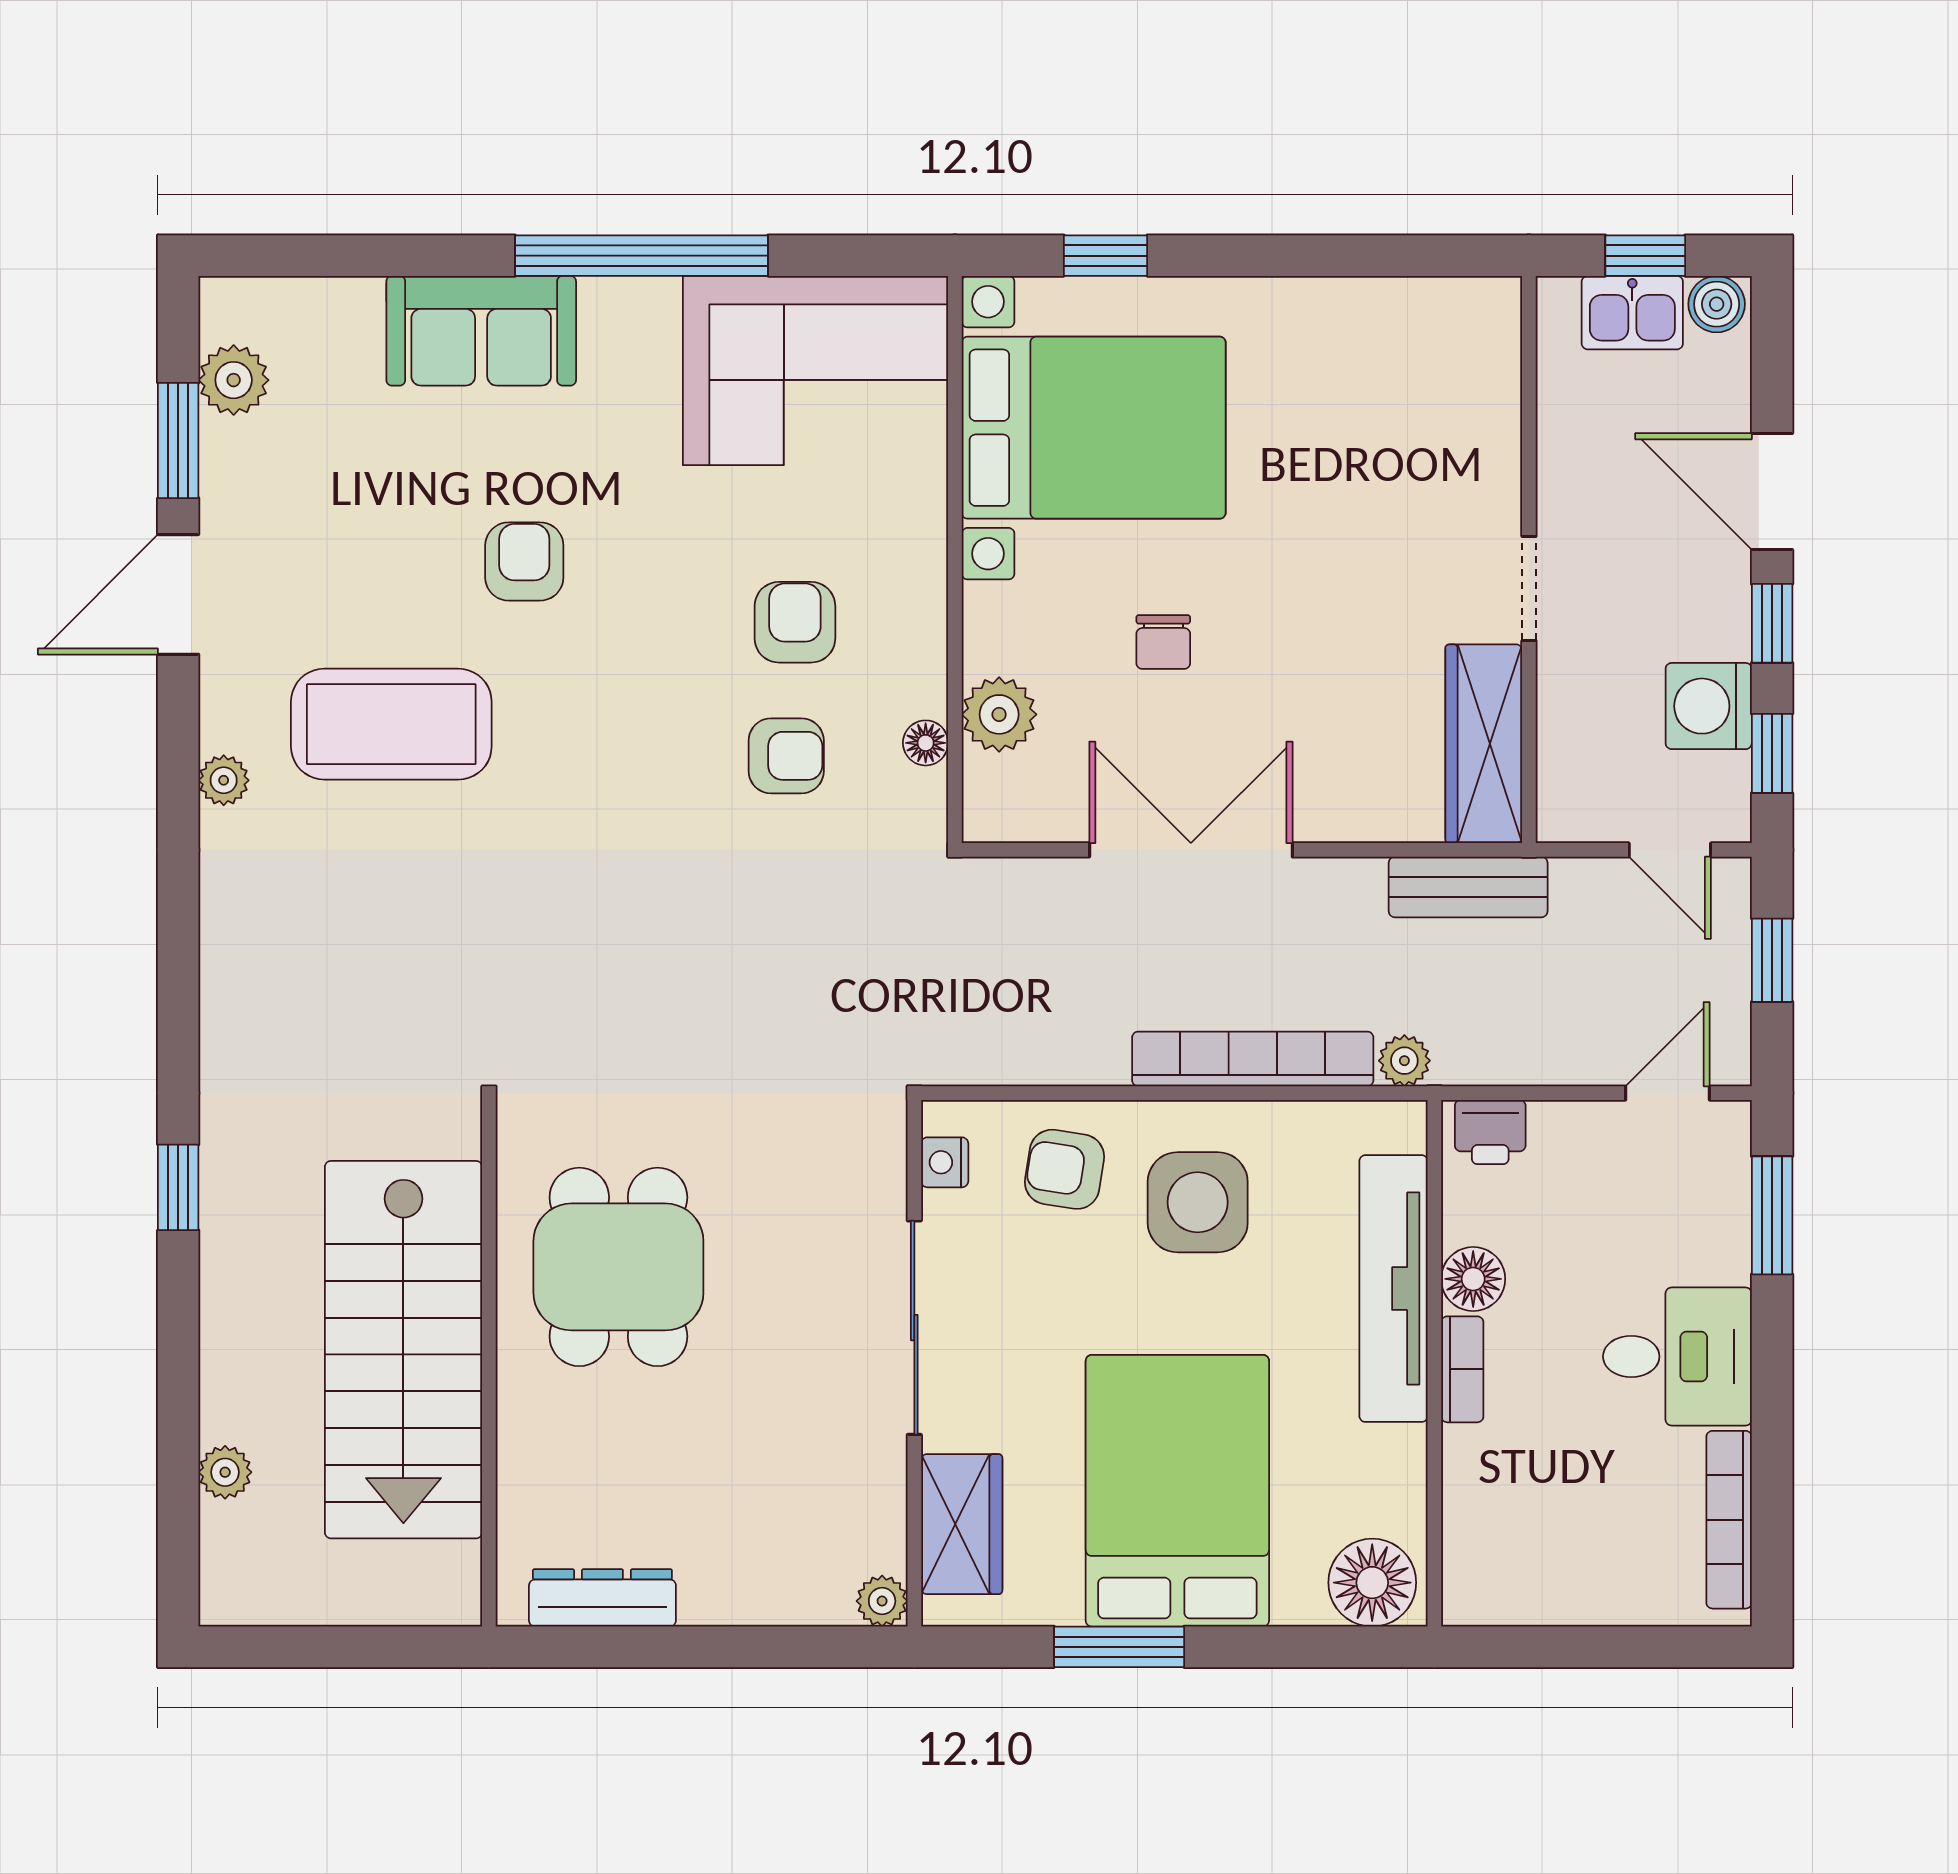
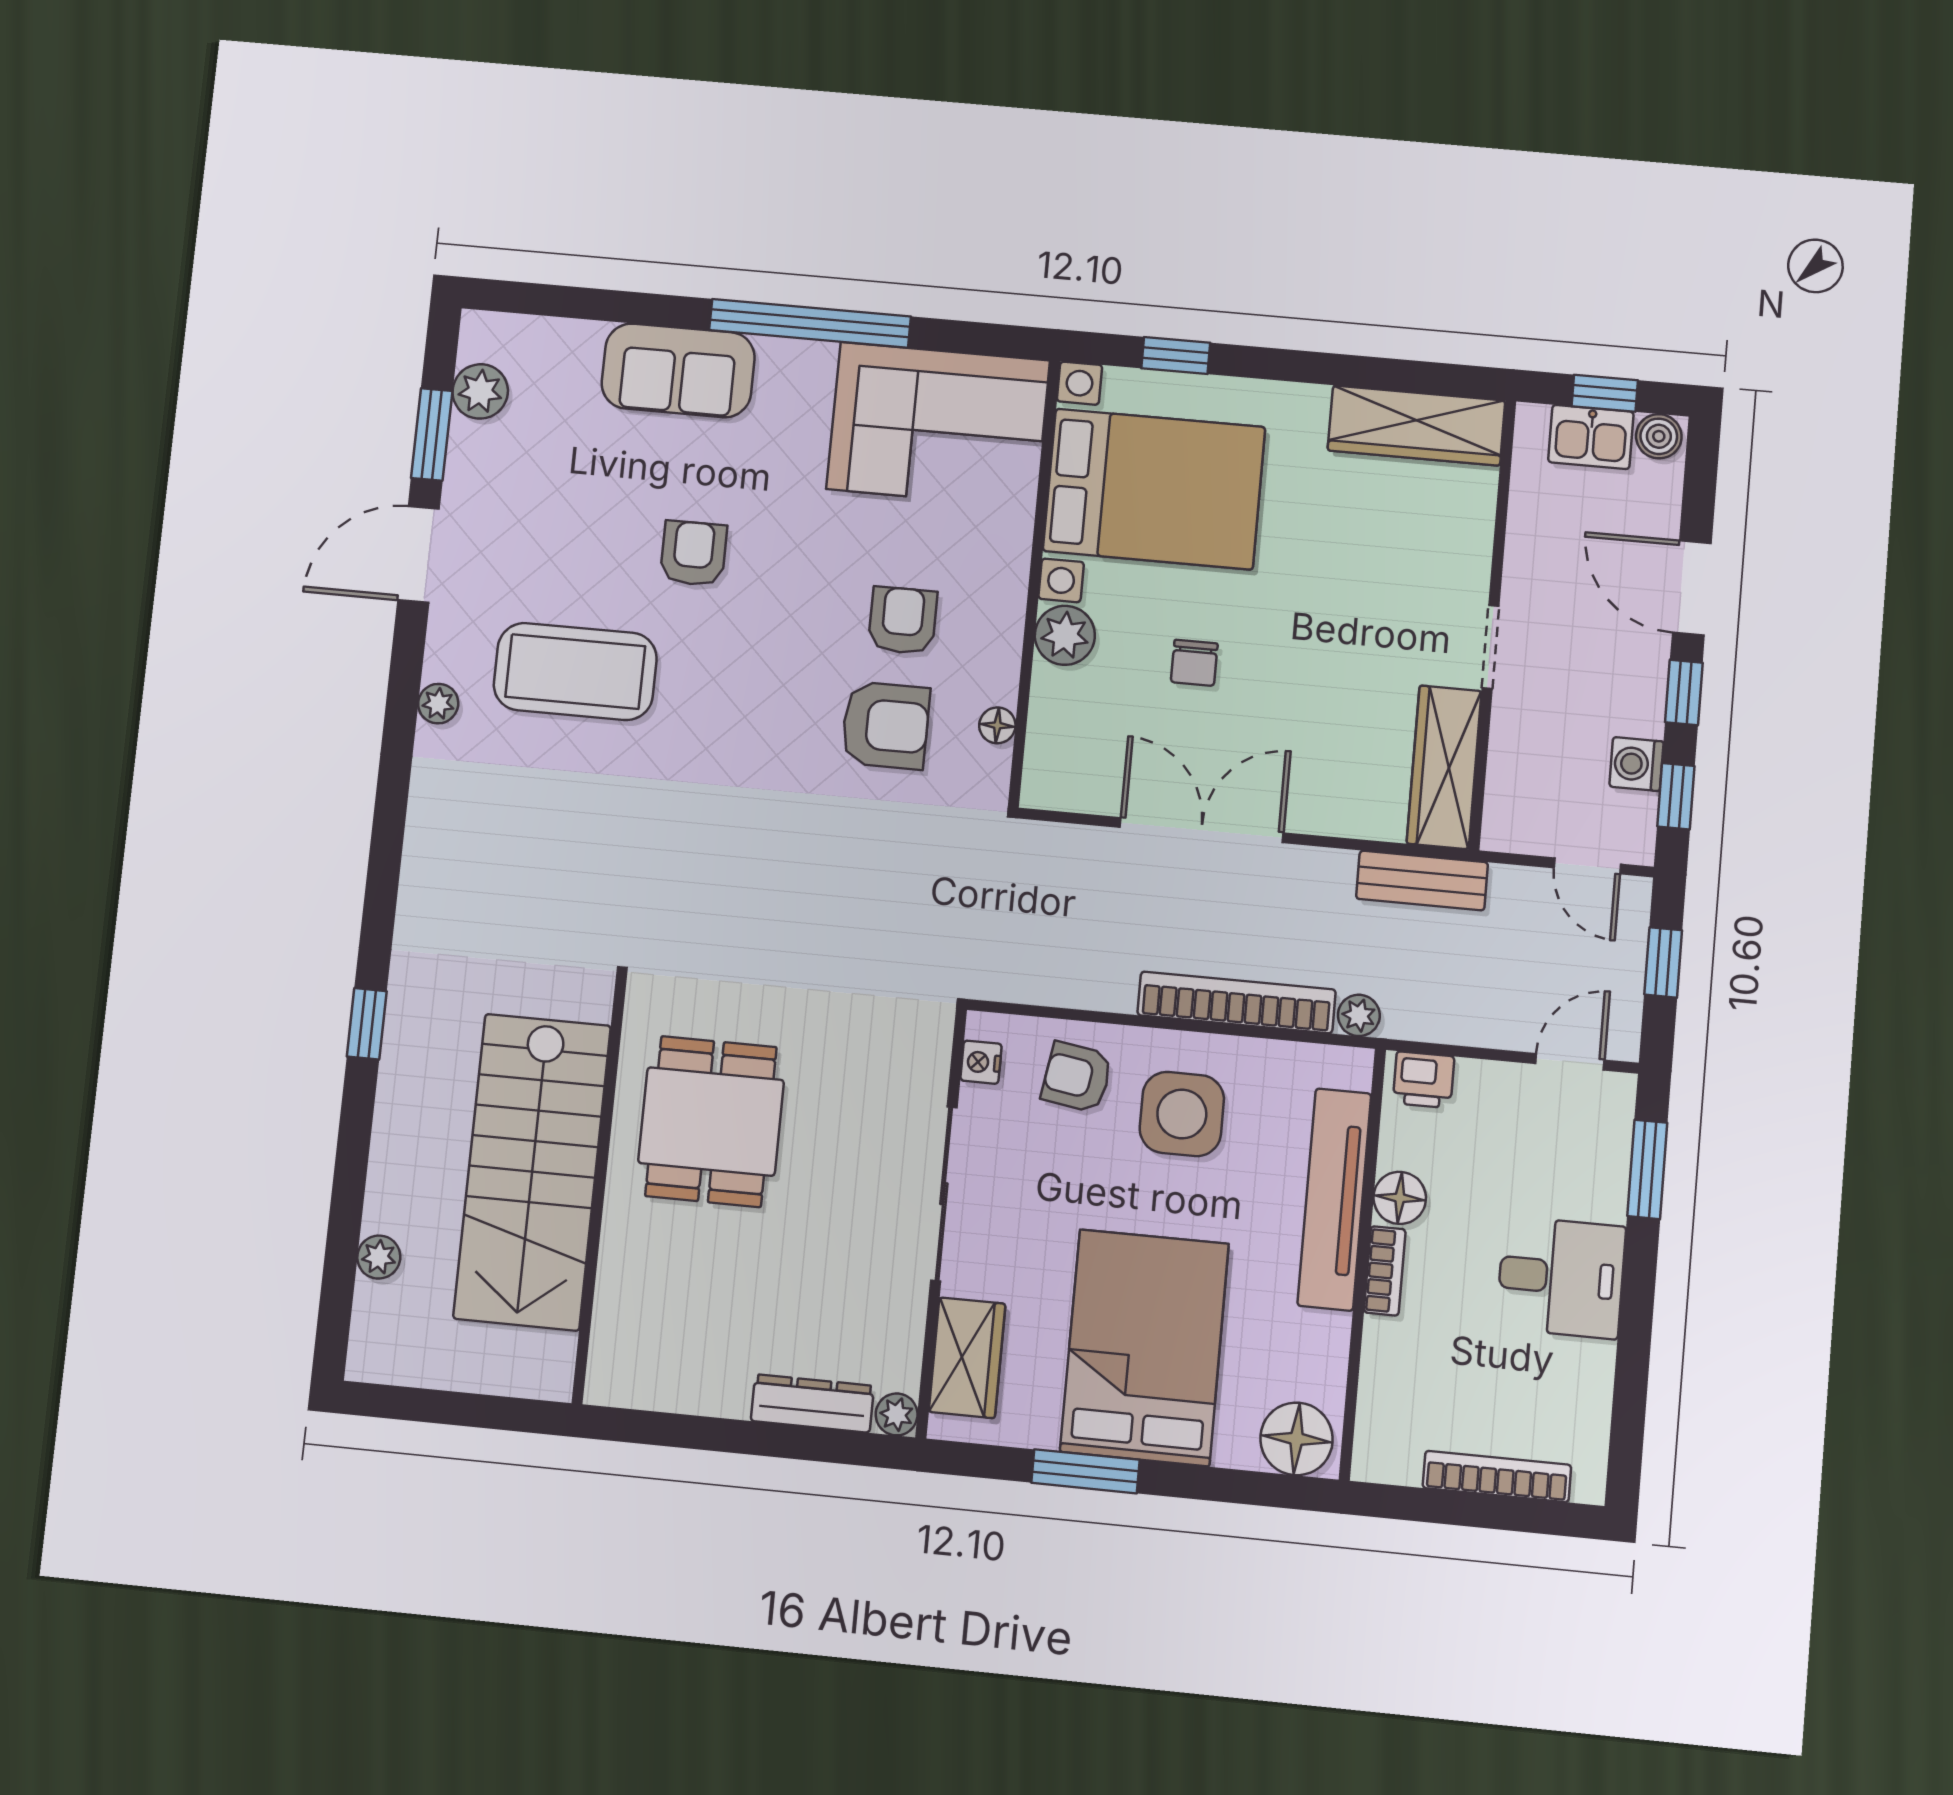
wardrobe: (1414, 318) -> (1416, 426), added
washing machine: (1709, 706) -> (1636, 764), width x0.73, depth x0.73
plant: (999, 714) -> (1065, 635), moved
armchair: (786, 756) -> (885, 725), width x1.38, depth x1.38
bookcase: (1729, 1520) -> (1497, 1476), moved, turned 90
dresser: (602, 1598) -> (812, 1403), moved

